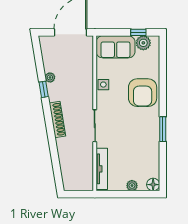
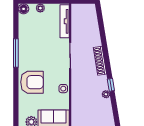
armchair: (143, 93) -> (32, 82), turned 90
window: (163, 129) -> (16, 53), width x1.44

